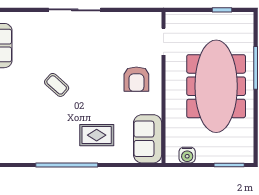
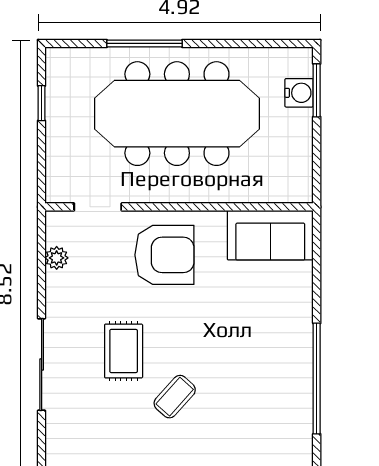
plant: (135, 18) -> (57, 258), added
armchair: (136, 79) -> (164, 255), width x1.36, depth x1.36
rug: (97, 135) -> (124, 351), moved
water cooler: (187, 155) -> (299, 93), moved

